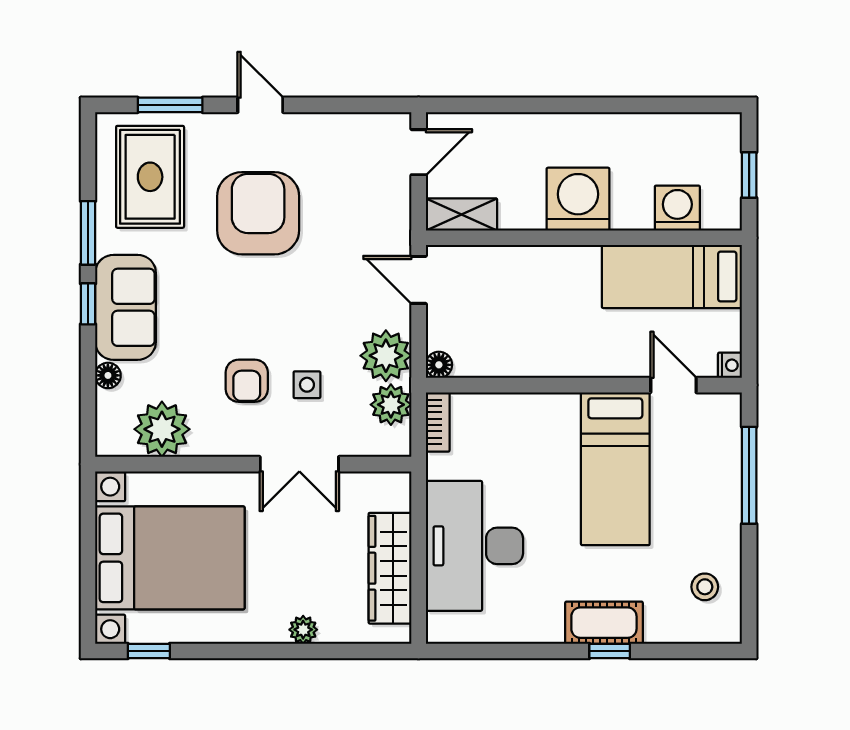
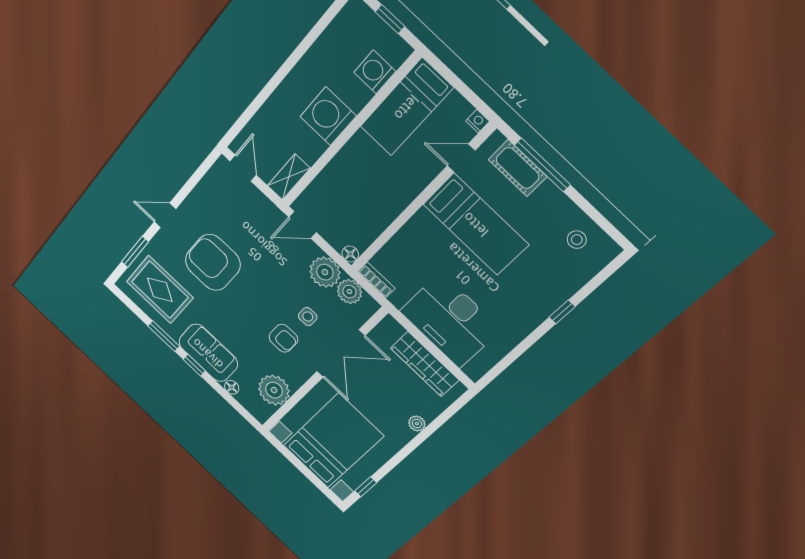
double door: (299, 464) -> (341, 354), width x1.37
cot: (604, 623) -> (518, 168), moved, turned 90

